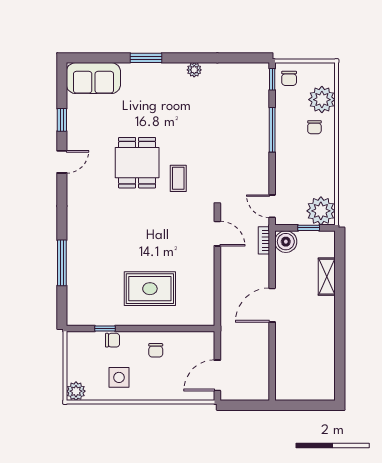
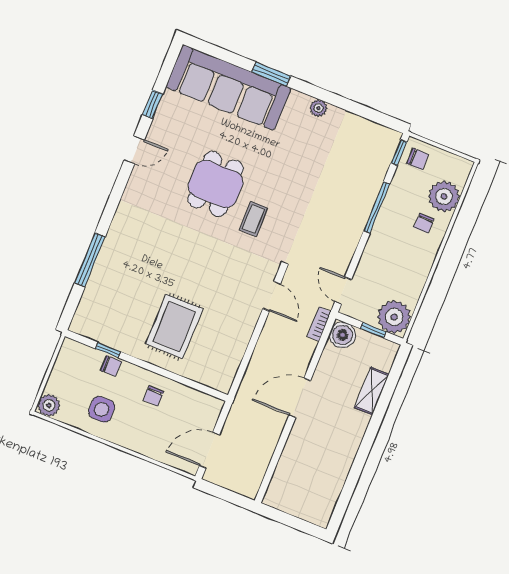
sofa: (93, 78) -> (228, 88), width x1.85, depth x1.27
chair: (289, 78) -> (418, 159), turned -90
rug: (150, 289) -> (174, 326), turned 90

